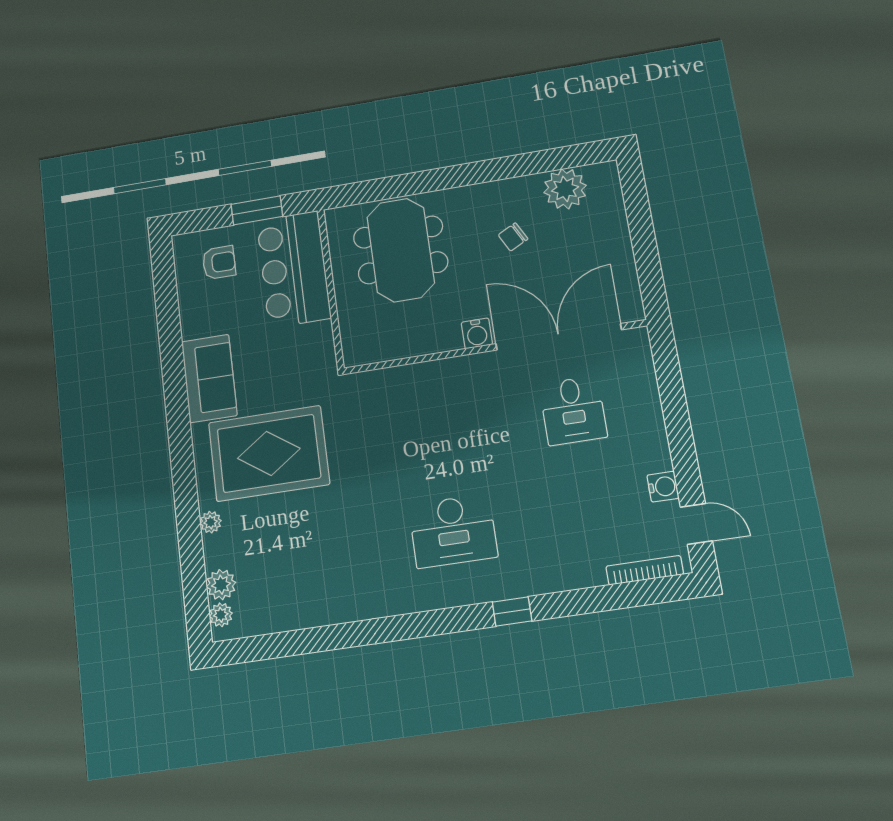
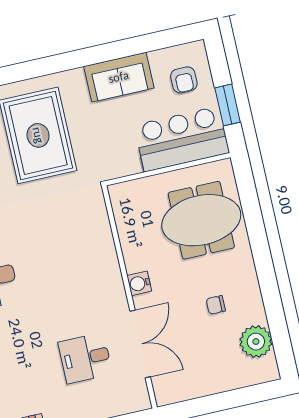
chair: (513, 237) -> (216, 305), turned -63
double door: (559, 337) -> (140, 344), width x0.73
sofa: (209, 378) -> (119, 77), moved

